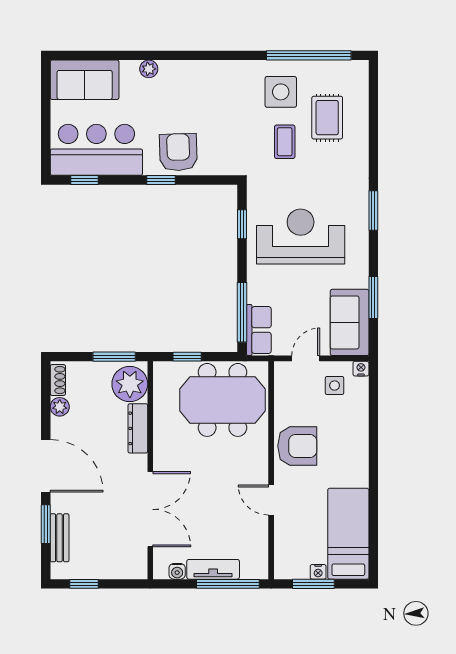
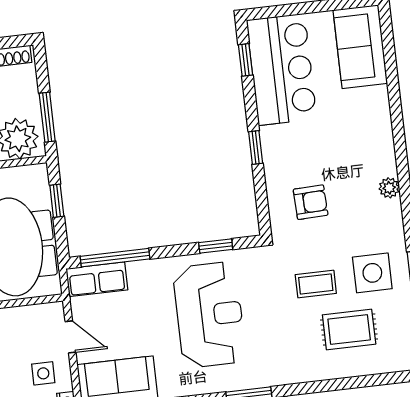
plant: (149, 69) -> (389, 188), moved
armchair: (178, 152) -> (311, 202), moved, width x0.72, depth x0.72

